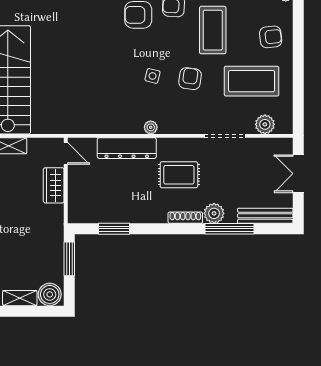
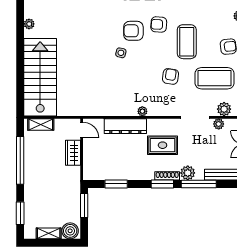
side table: (153, 76) -> (121, 53), moved
plant: (257, 145) -> (219, 124), added
window: (179, 229) -> (162, 184), added

